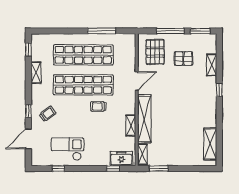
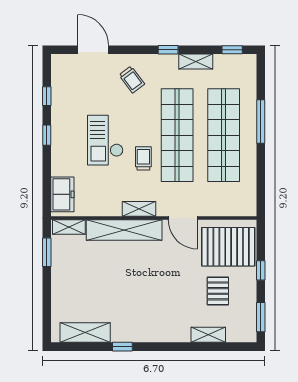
window: (102, 31) -> (261, 122), moved
window: (170, 31) -> (261, 270), width x0.46
pallet: (155, 52) -> (228, 247), width x1.37, depth x1.41
window: (219, 90) -> (122, 347), moved
window: (28, 111) -> (168, 50), moved
shelving: (131, 126) -> (139, 209), moved
checkout: (68, 149) -> (105, 140), moved, turned 180
window: (113, 169) -> (47, 135), moved

